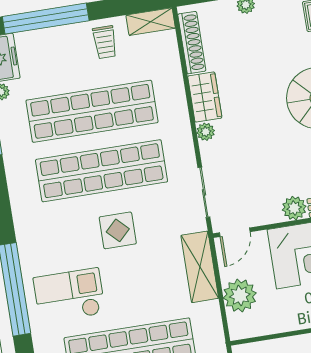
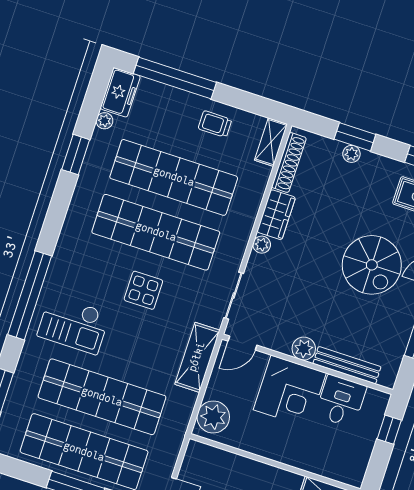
shelving: (151, 22) -> (271, 142), moved, turned 90
trolley: (105, 42) -> (215, 124), turned 90
checkout: (69, 296) -> (74, 325), turned 180
plant: (240, 296) -> (213, 417), moved

